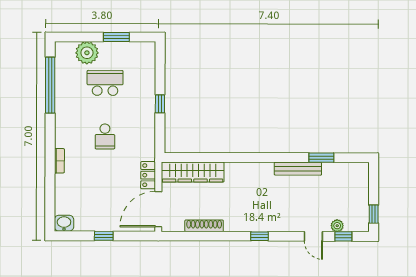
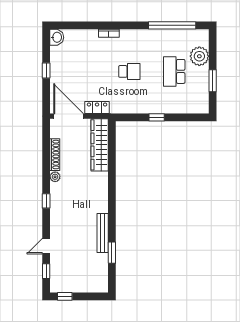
school desk: (105, 83) -> (174, 71), turned 180
school desk: (105, 136) -> (129, 71), turned 180
plant: (337, 226) -> (55, 177), moved

